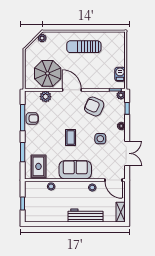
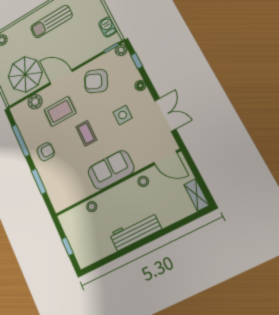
armchair: (32, 118) -> (46, 152), moved
rug: (38, 166) -> (60, 111), moved, turned 90
workbench: (85, 216) -> (135, 232), moved

